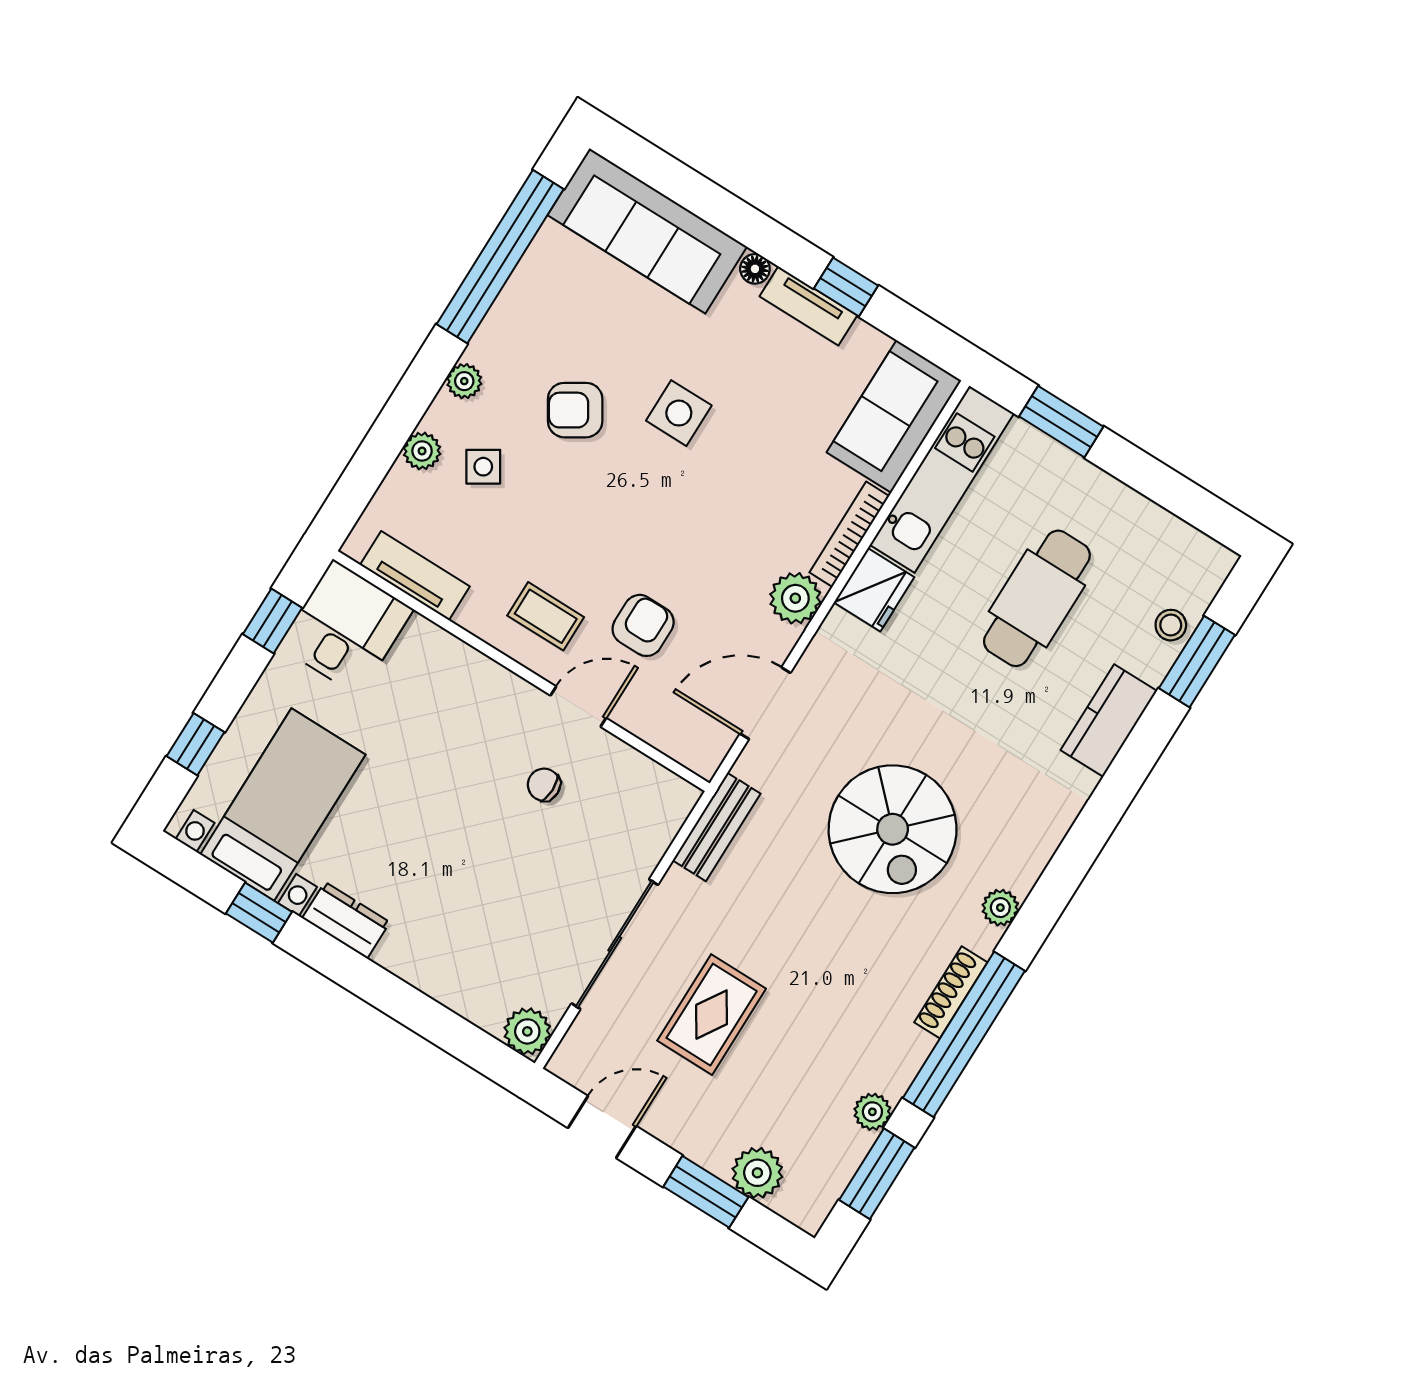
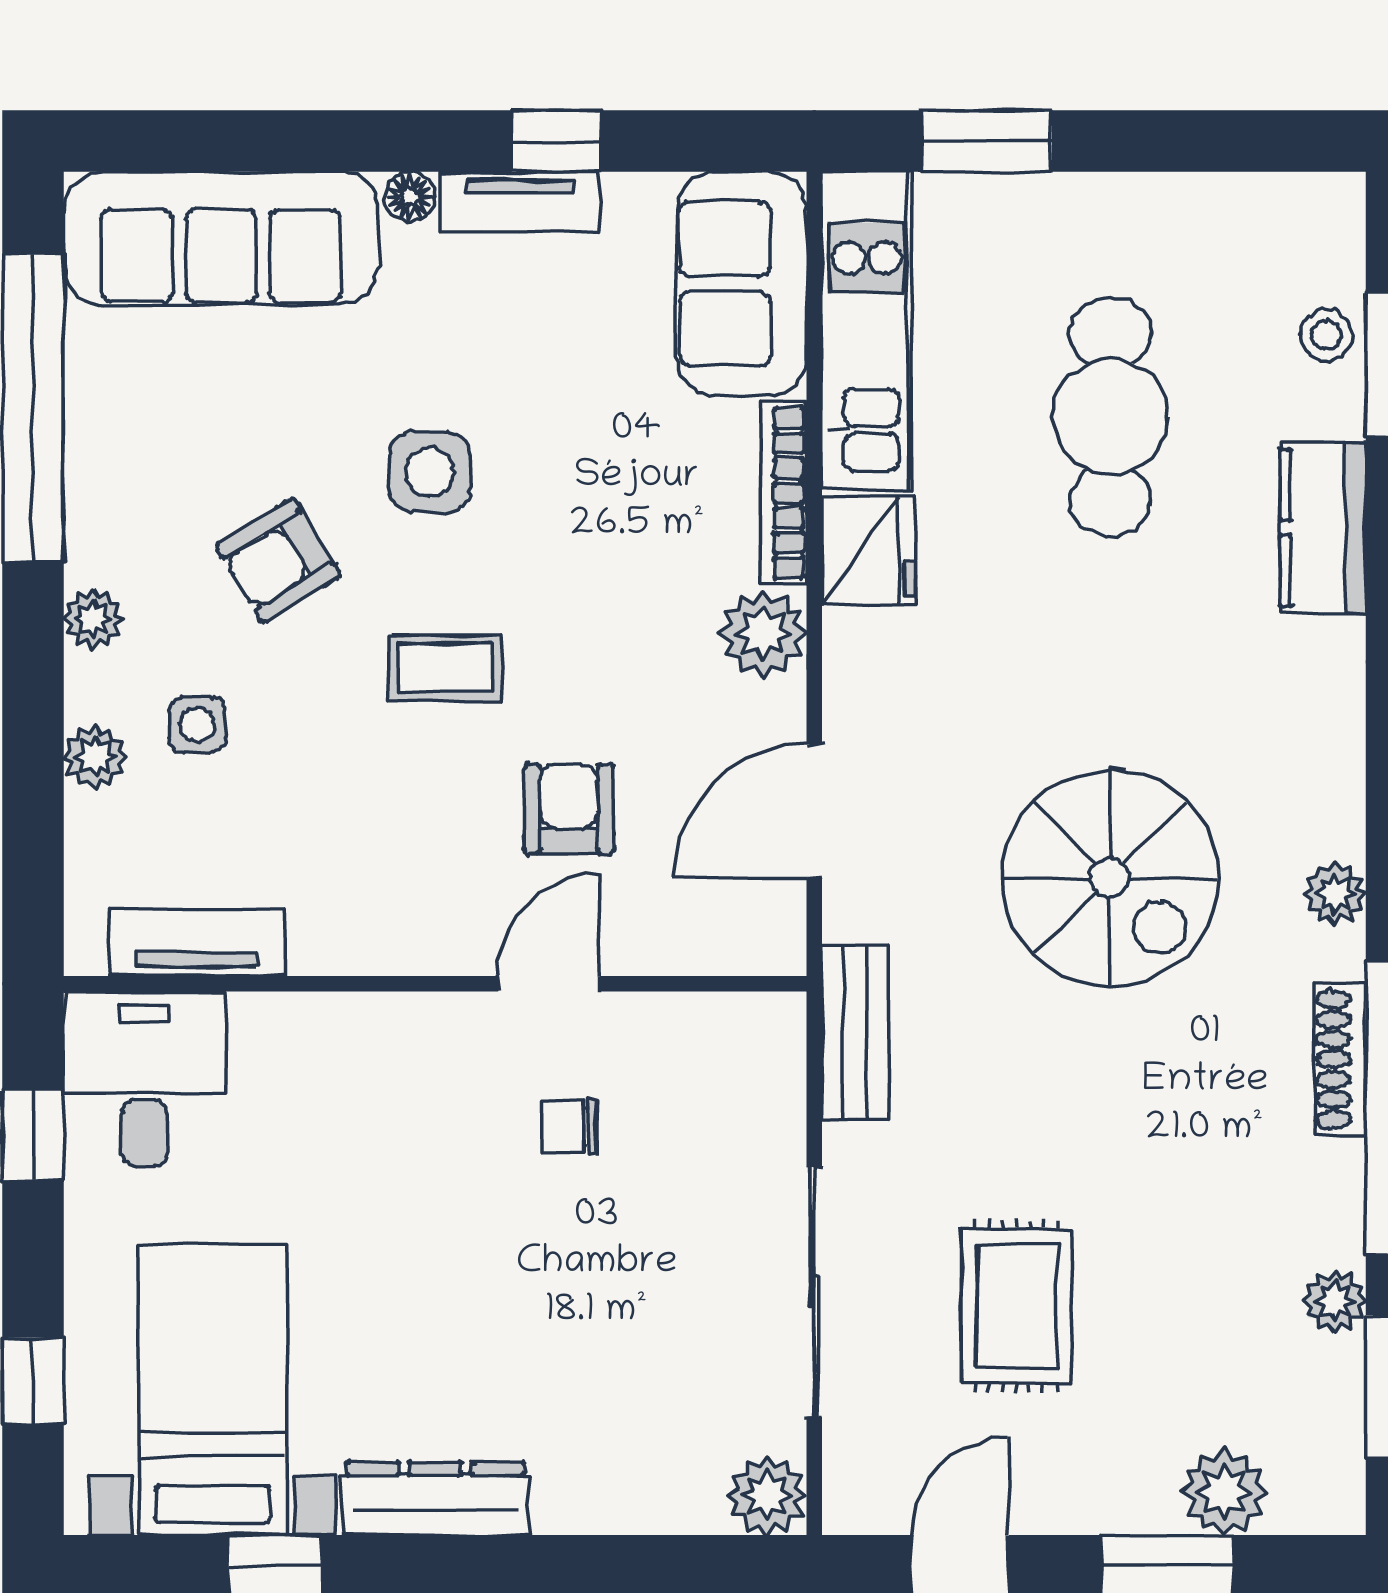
side table: (483, 467) -> (197, 724), turned 32
coffee table: (546, 616) -> (446, 668), moved
dresser: (346, 920) -> (435, 1499), width x1.44

